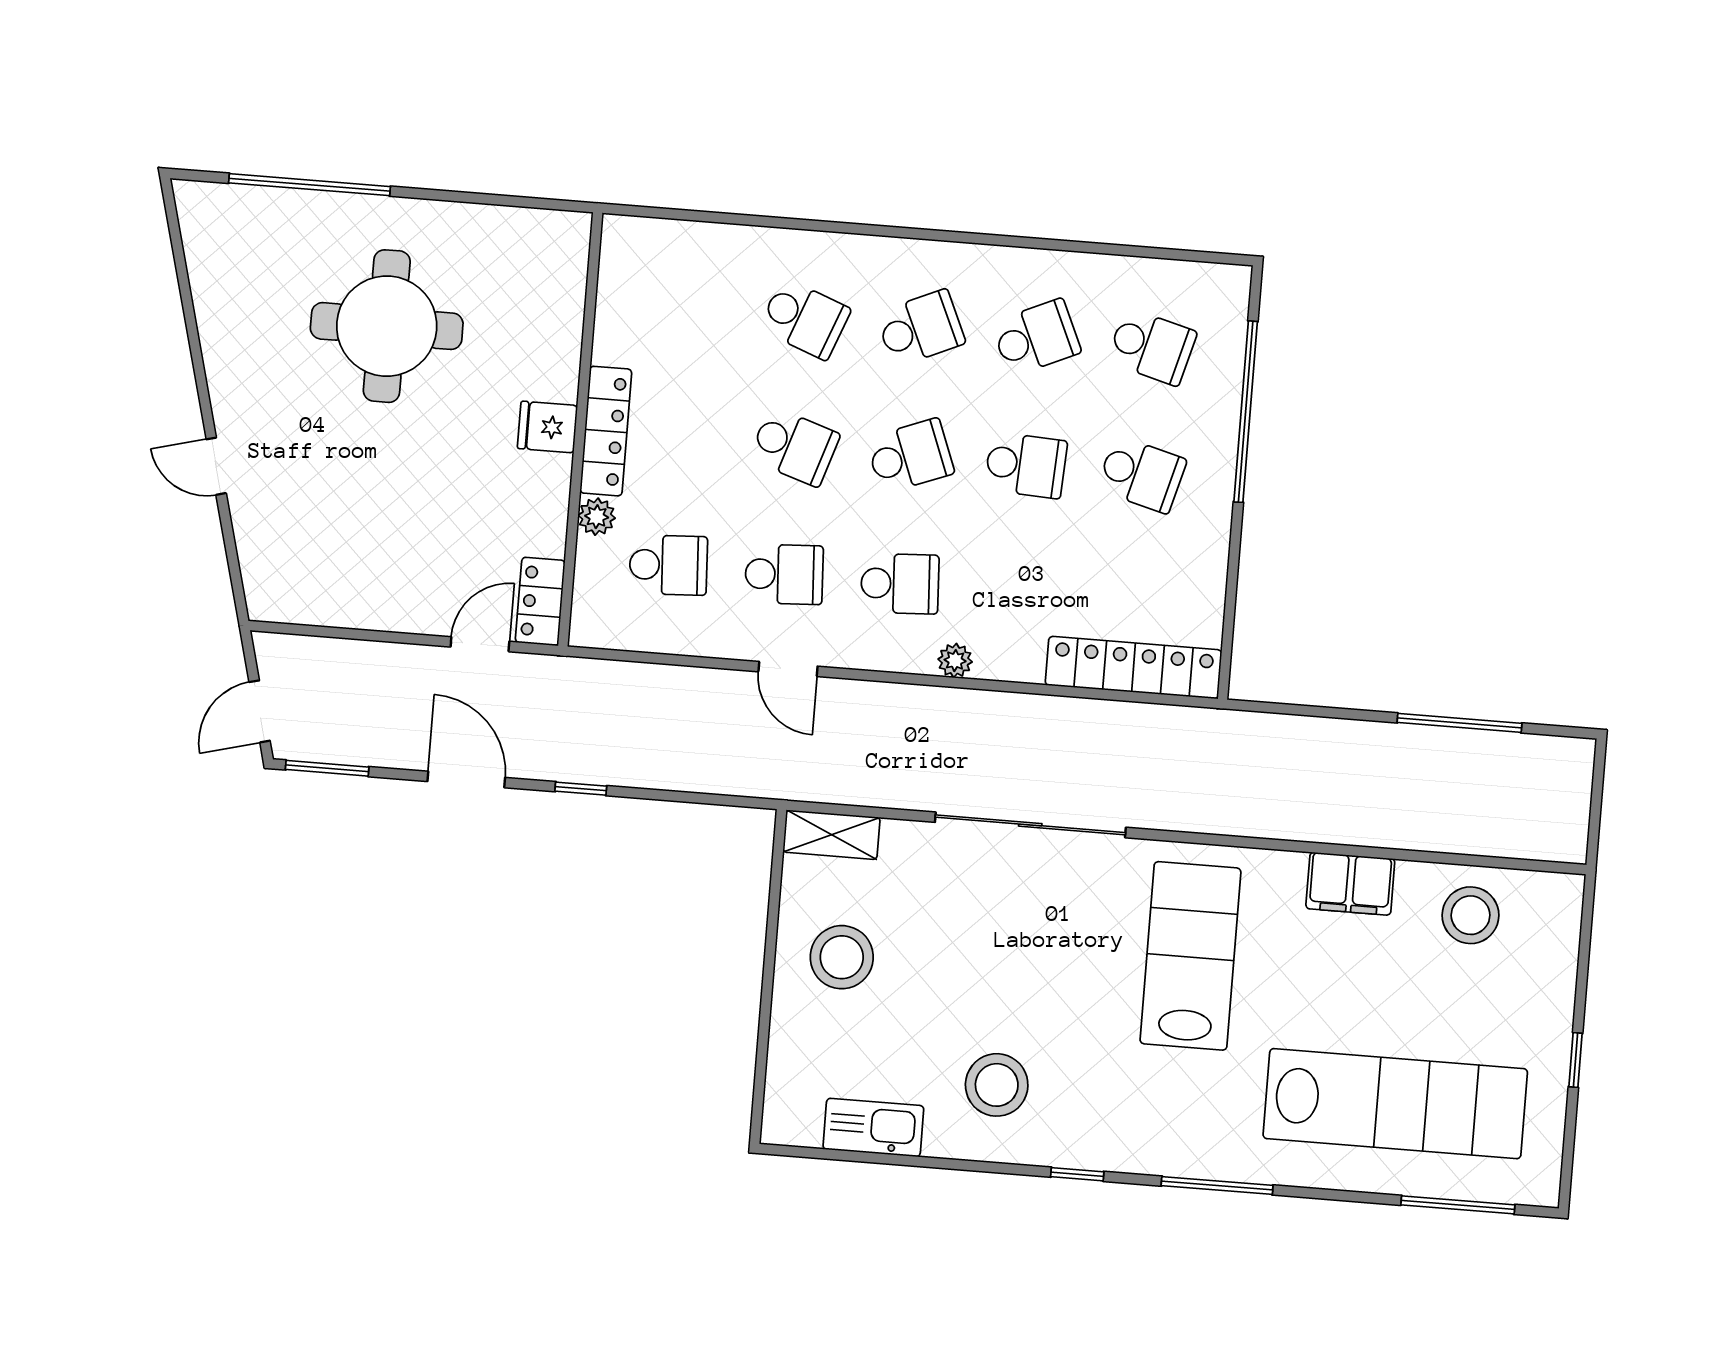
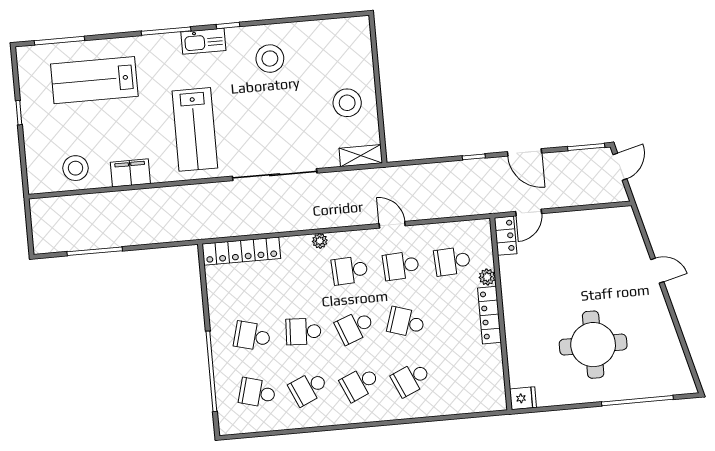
school desk: (805, 319) -> (411, 379), turned -45
fridge: (547, 427) -> (523, 398), moved
lab bench: (1395, 1104) -> (94, 80), width x0.73
kitchen sink: (873, 1127) -> (203, 41), moved

